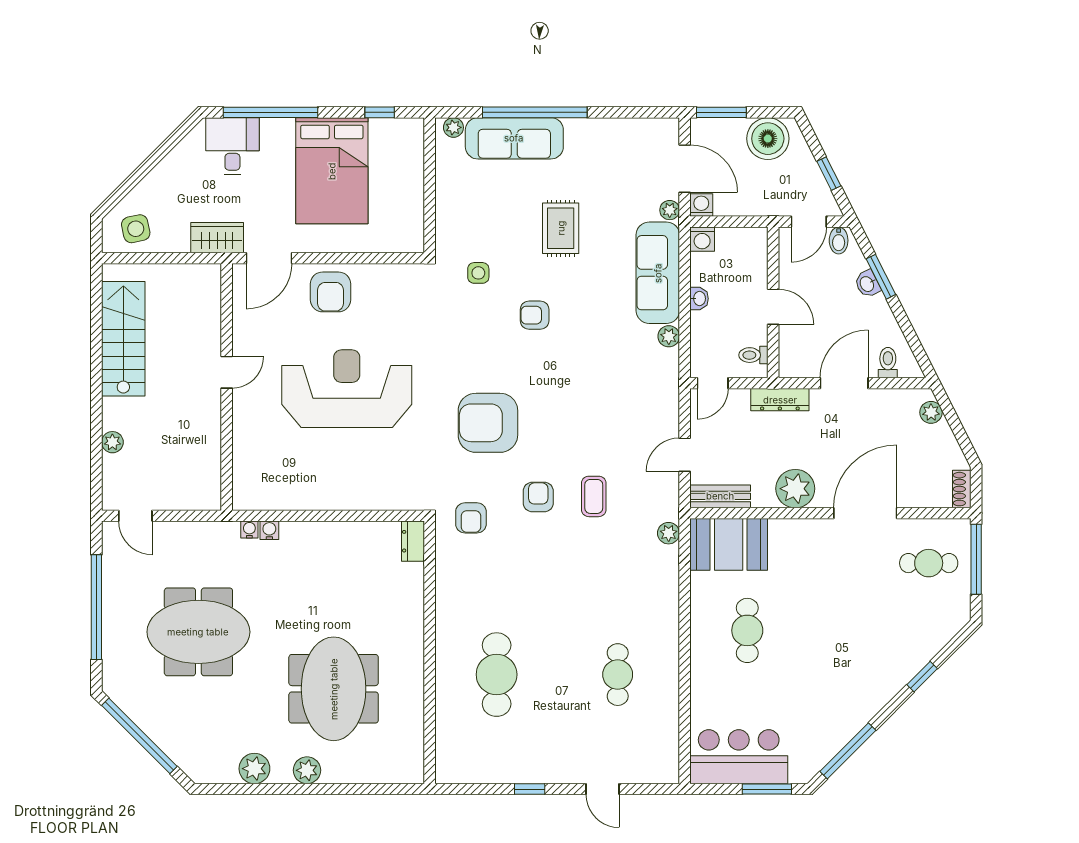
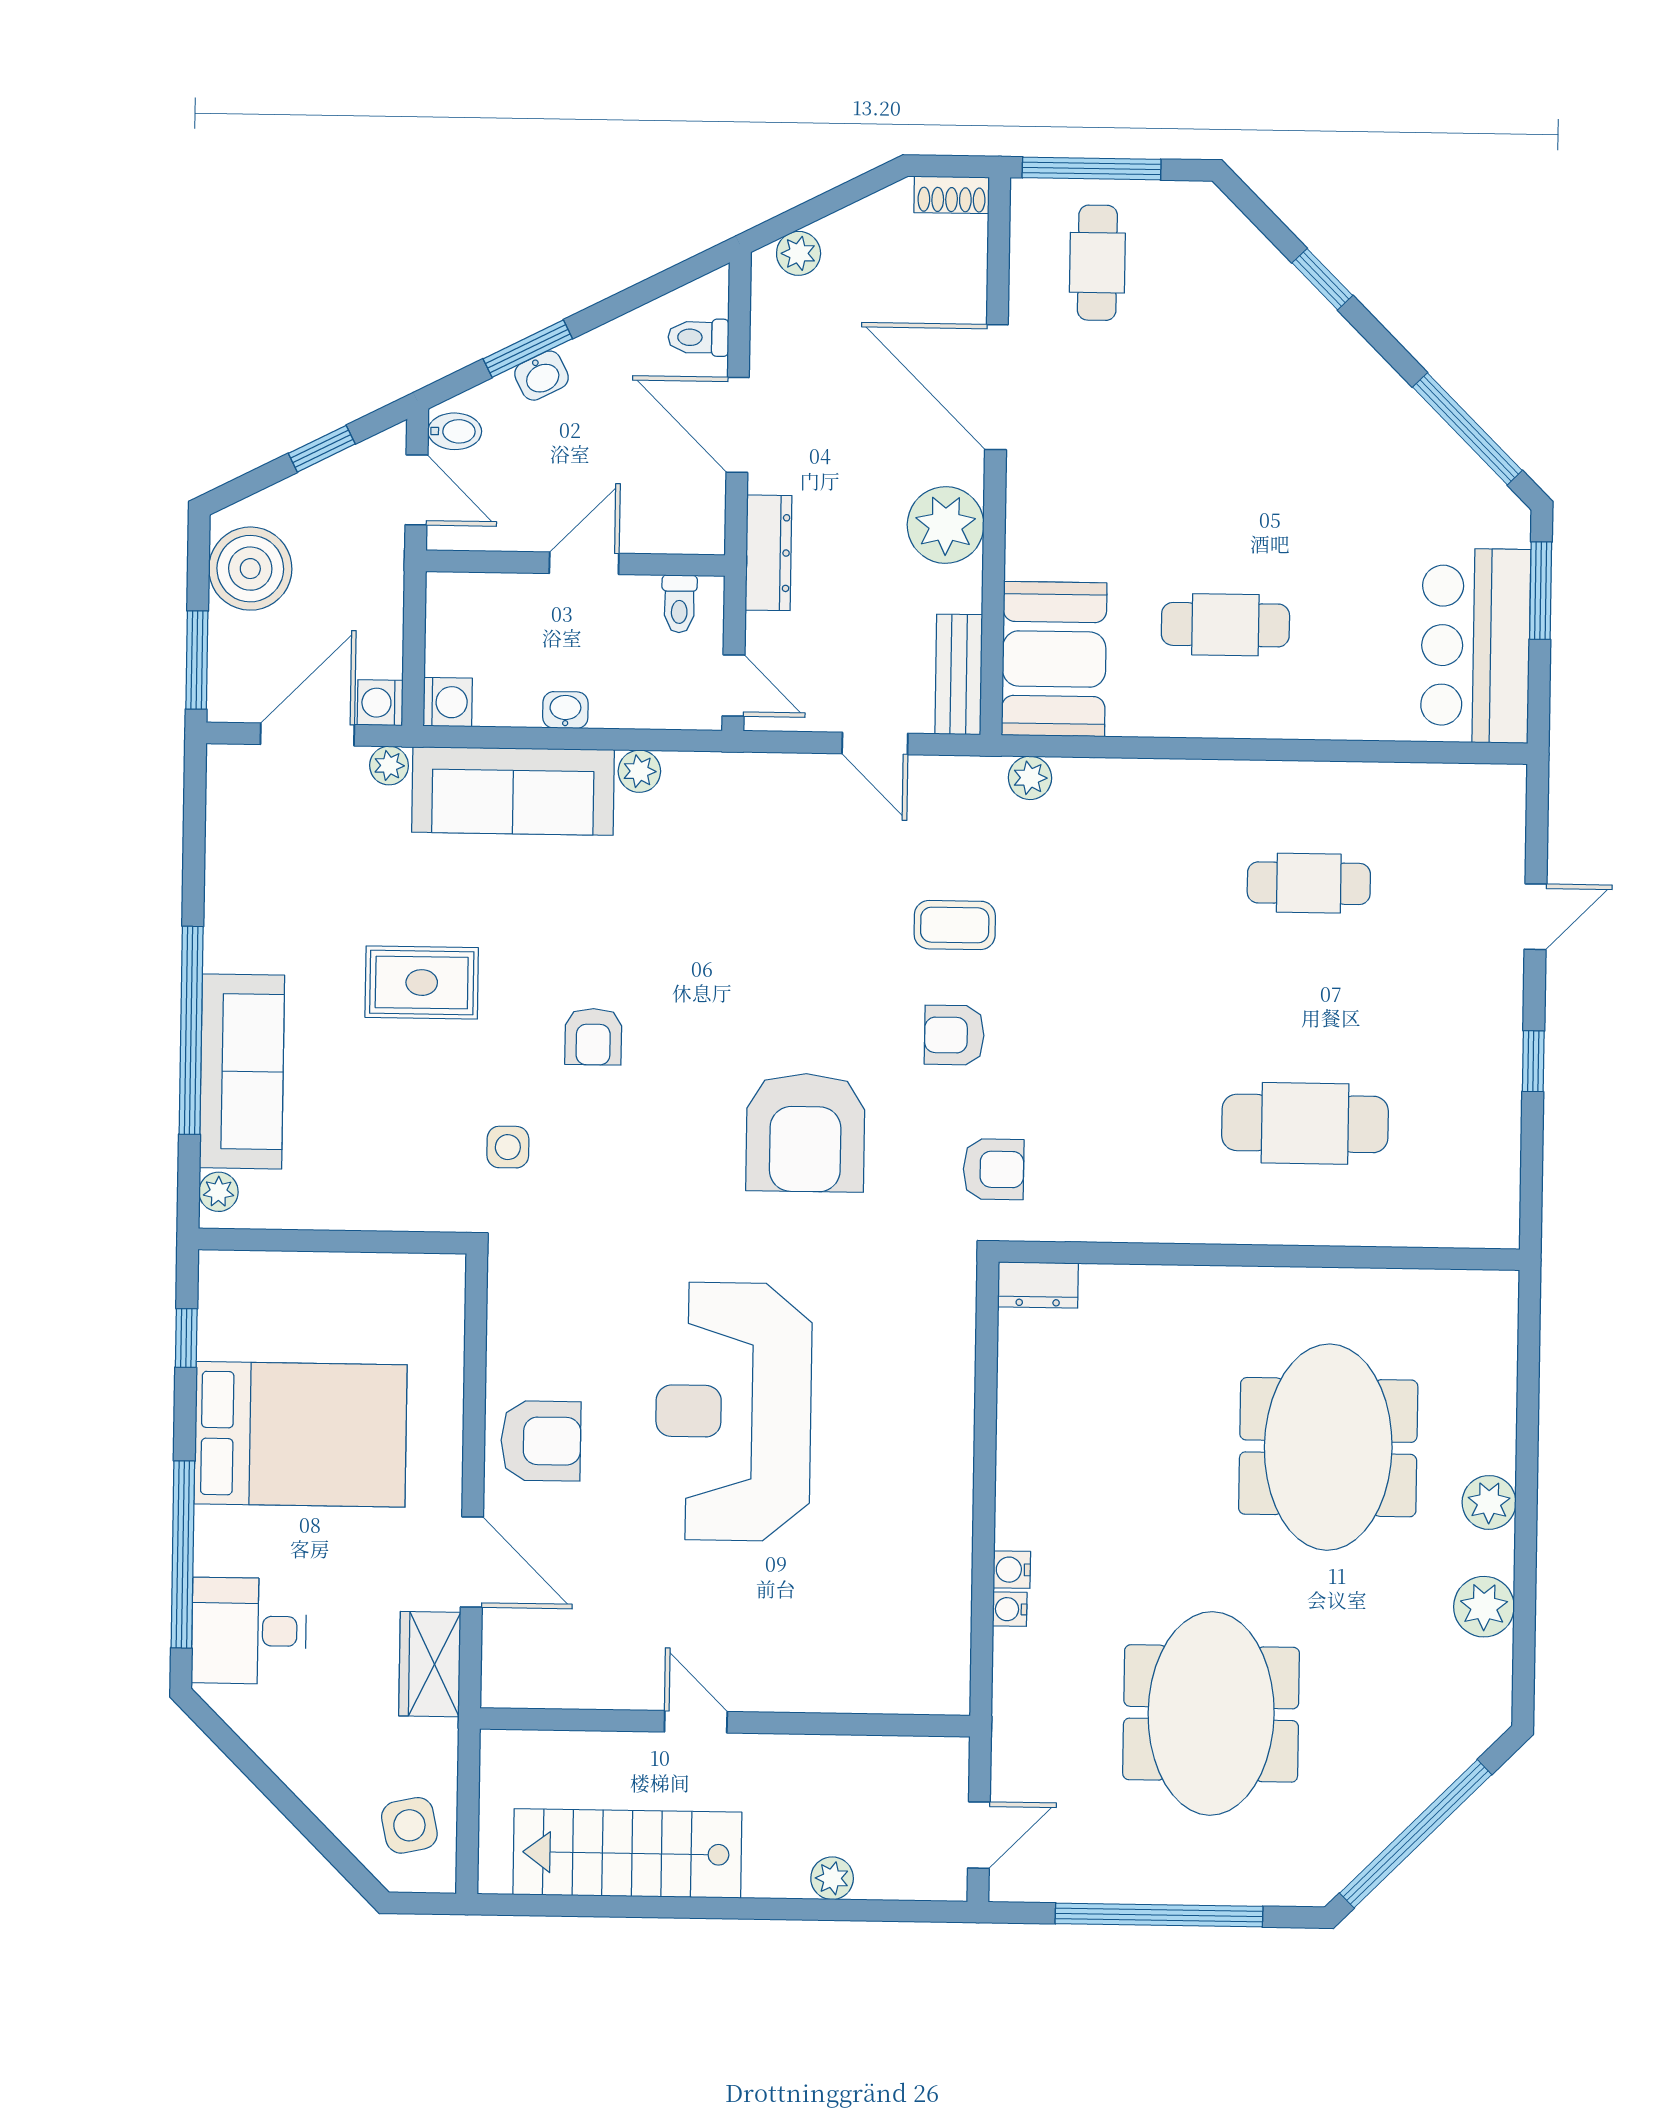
door: (227, 372) -> (696, 1722), moved
wall: (227, 387) -> (725, 1722), moved
meeting table: (334, 689) -> (1328, 1447), turned 90

